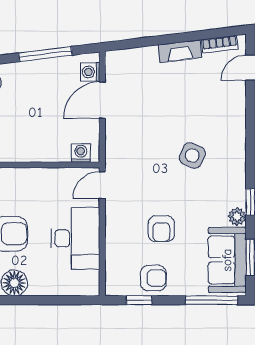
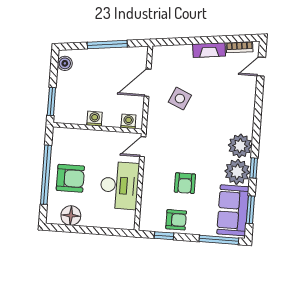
washing machine: (90, 72) -> (95, 119), moved, turned 90
side table: (192, 155) -> (180, 99), moved
plant: (230, 174) -> (240, 146), added
plant: (237, 217) -> (237, 172), width x1.88, depth x1.88

